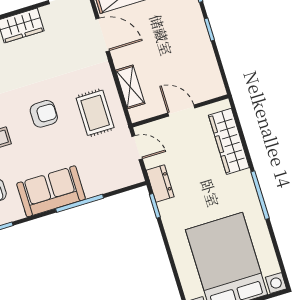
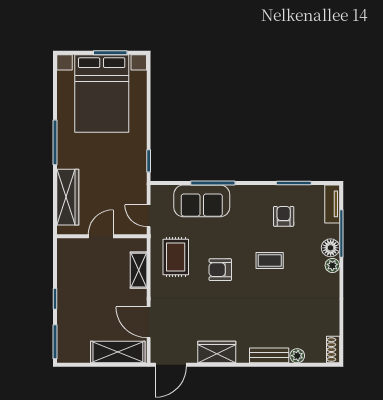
door: (181, 111) -> (101, 236), swing flipped
dresser: (160, 183) -> (138, 179), removed
sofa: (51, 191) -> (202, 201), moved

